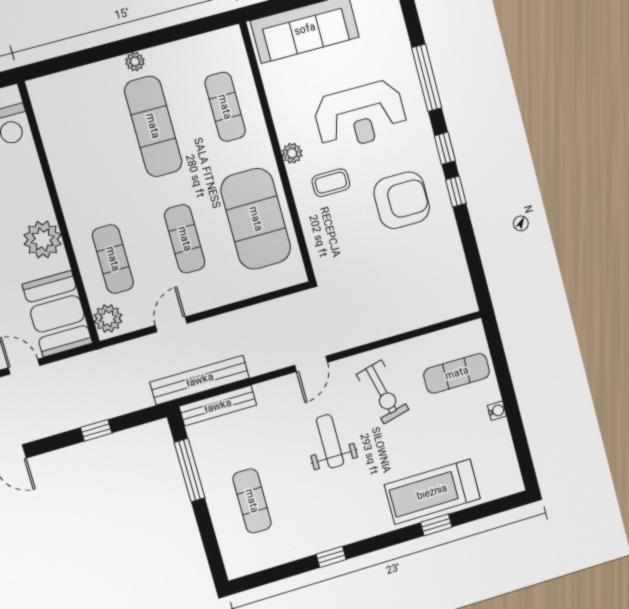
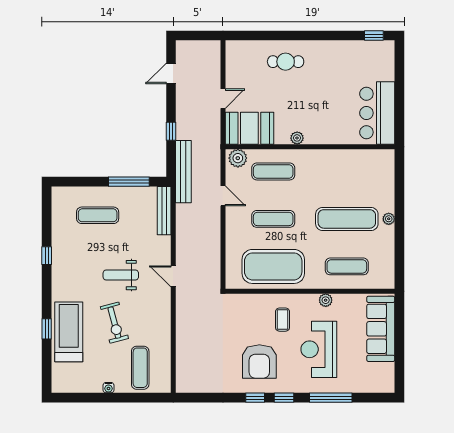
plant: (292, 153) -> (326, 300), moved
plant: (43, 239) -> (297, 138), width x0.53, depth x0.53
bench: (200, 380) -> (183, 172), moved
exercise bike: (383, 392) -> (114, 323), moved, turned -91
weight bench: (330, 441) -> (121, 275), turned 180

